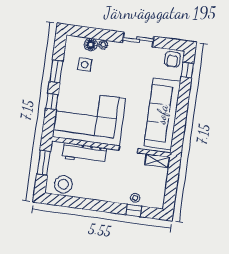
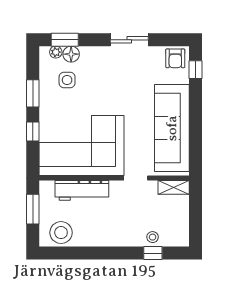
window: (87, 32) -> (65, 40), added
plant: (103, 45) -> (56, 52), moved

